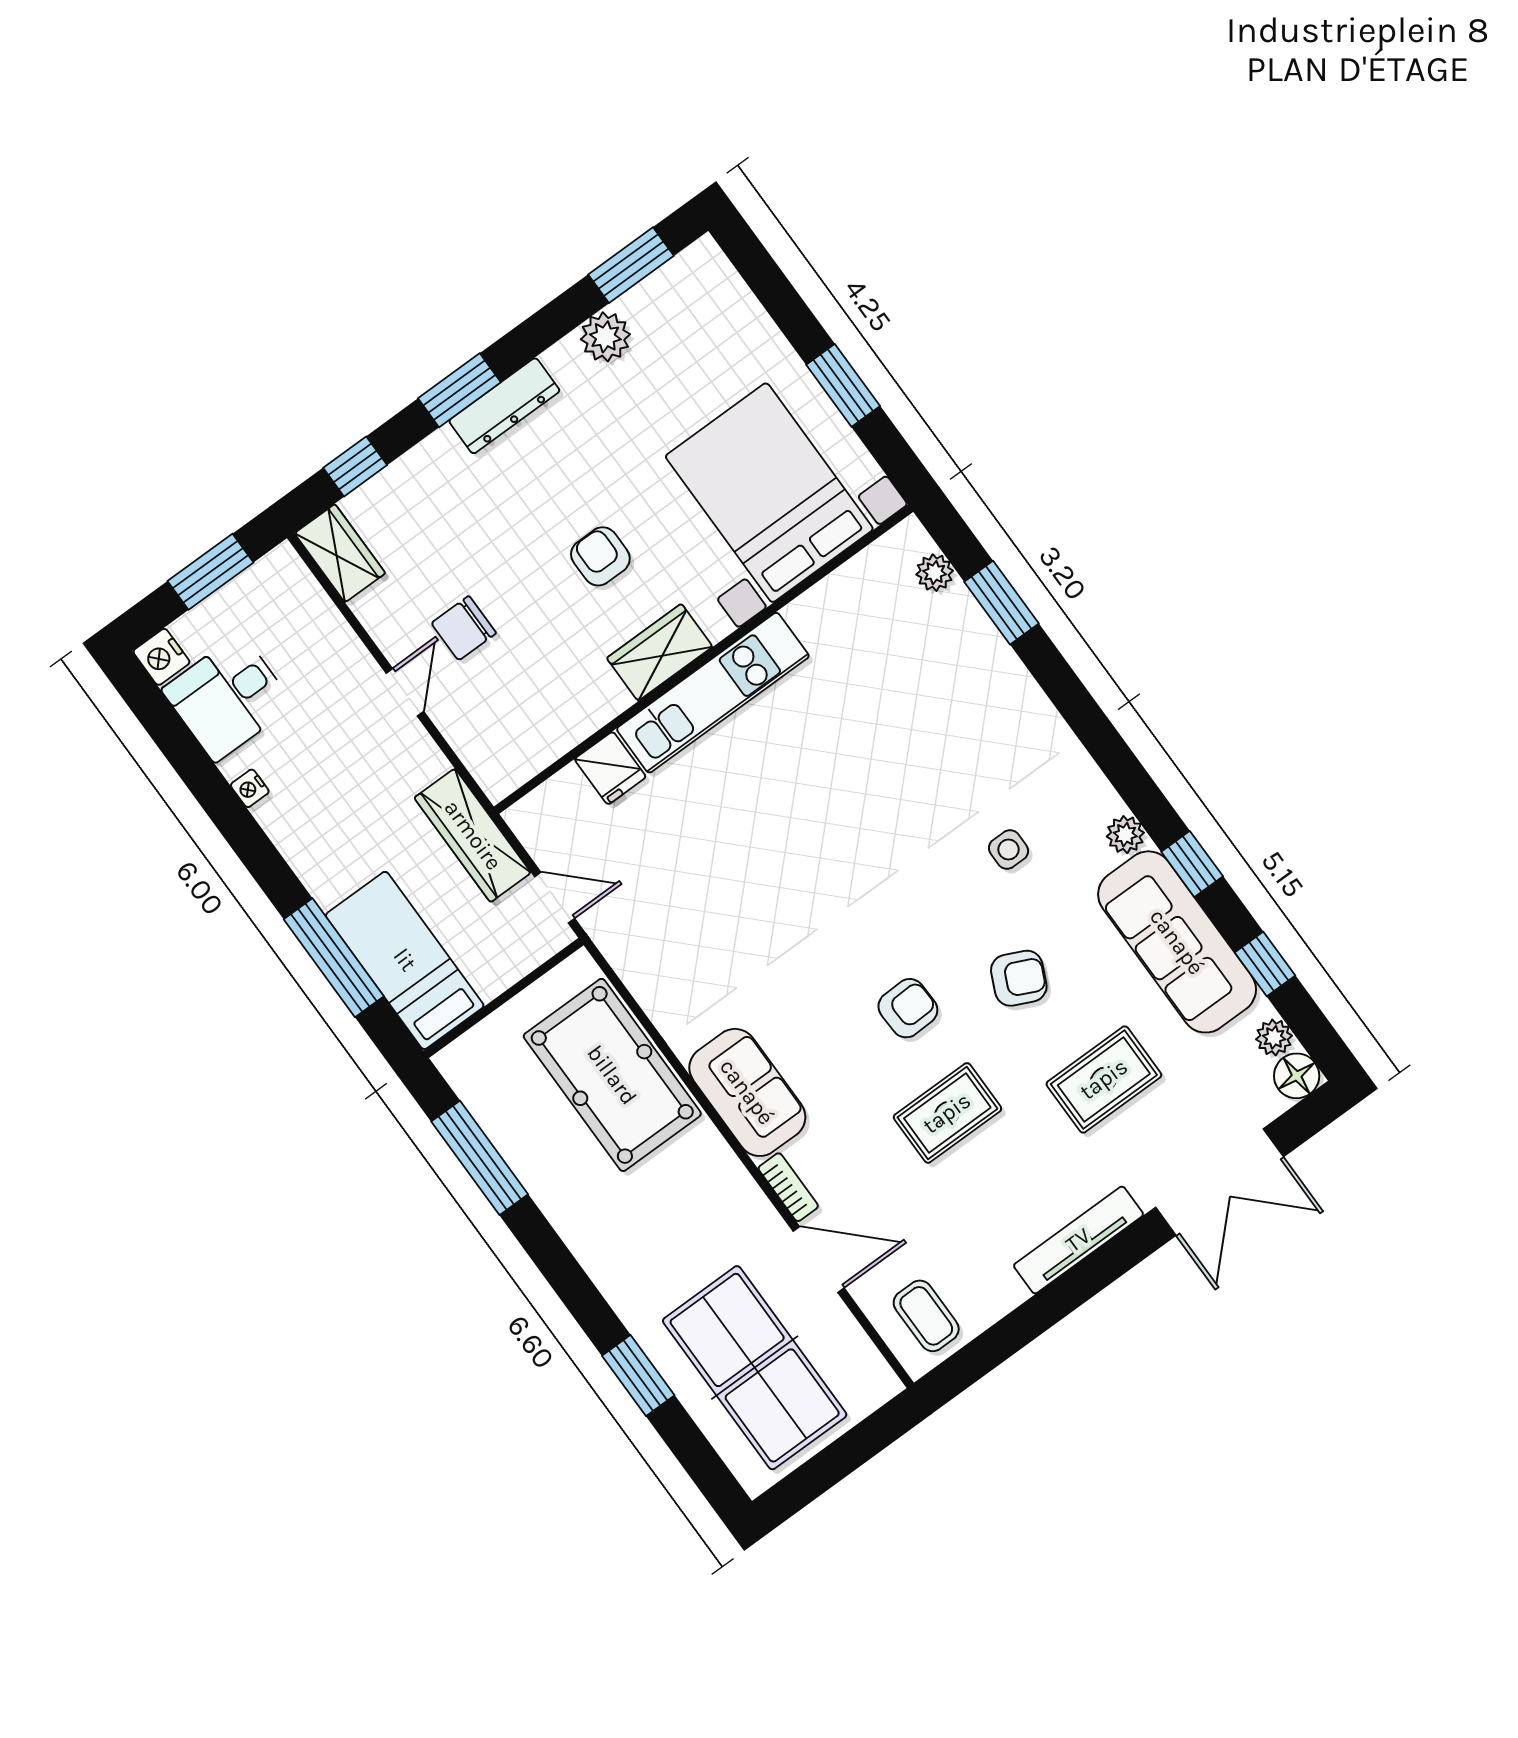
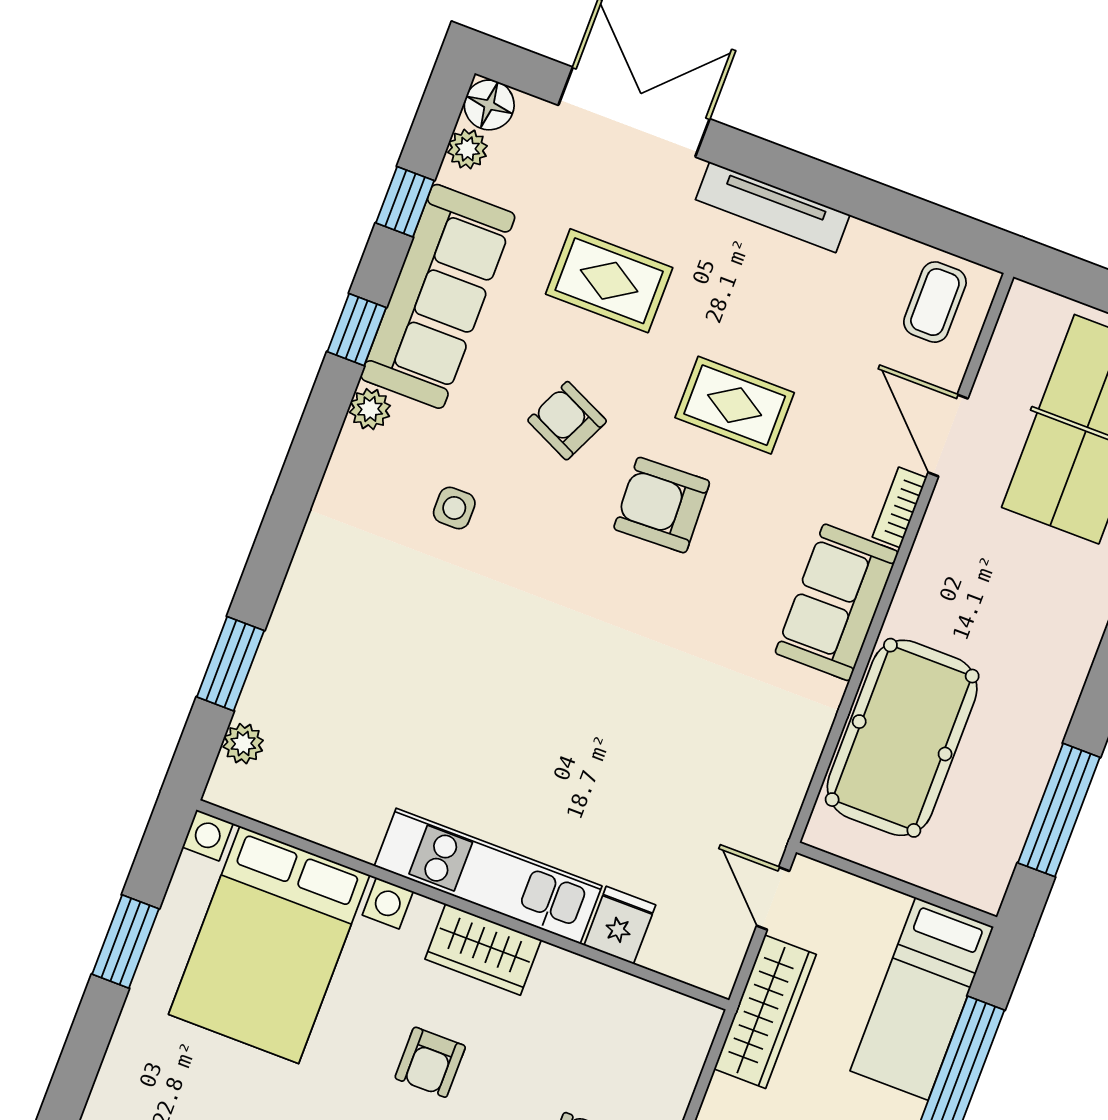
armchair: (908, 1008) -> (662, 505), width x1.38, depth x1.38

